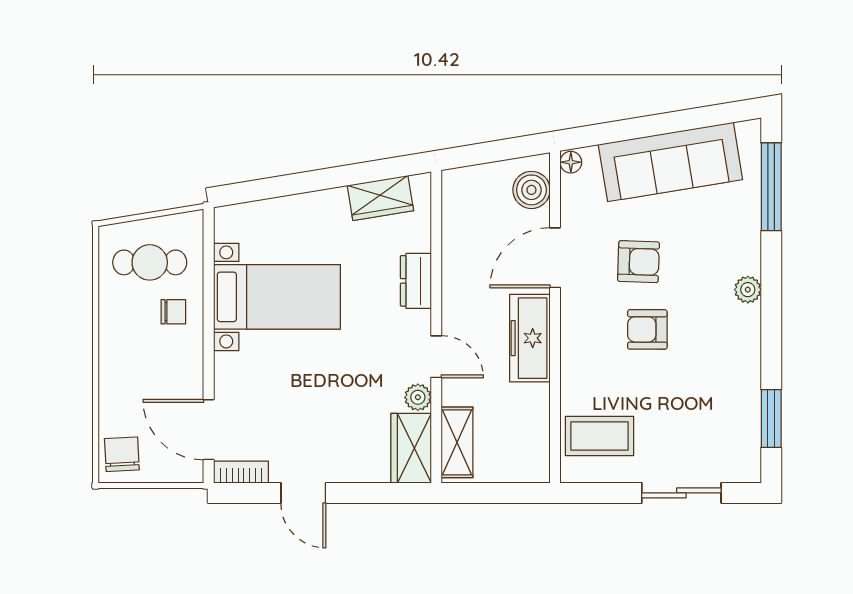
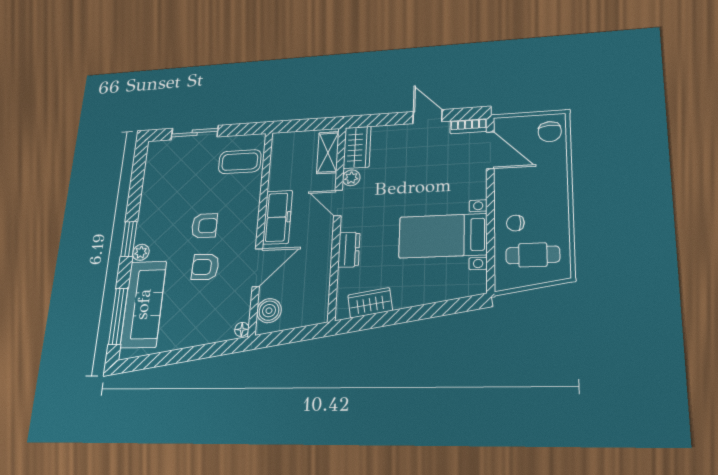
sofa: (670, 162) -> (143, 304), moved, turned 99
window: (771, 419) -> (129, 239), moved

